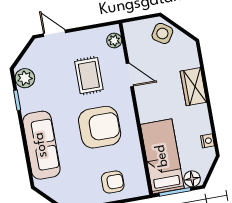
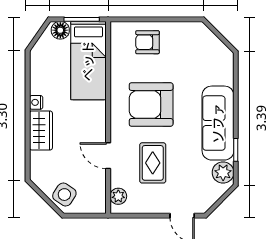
nightstand: (207, 141) -> (36, 102), moved
sofa: (41, 145) -> (218, 123), moved

